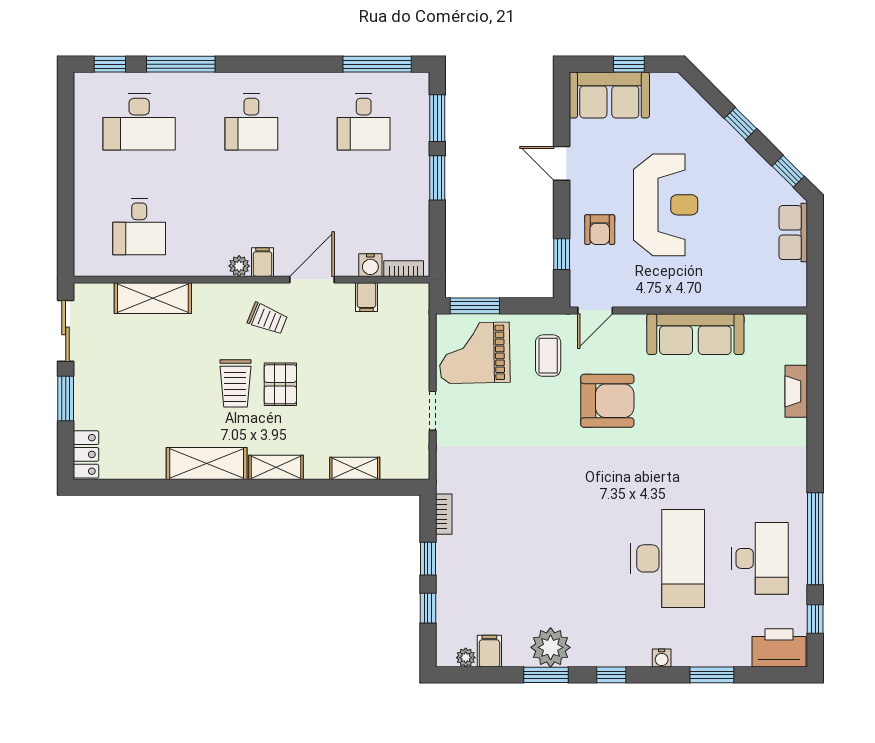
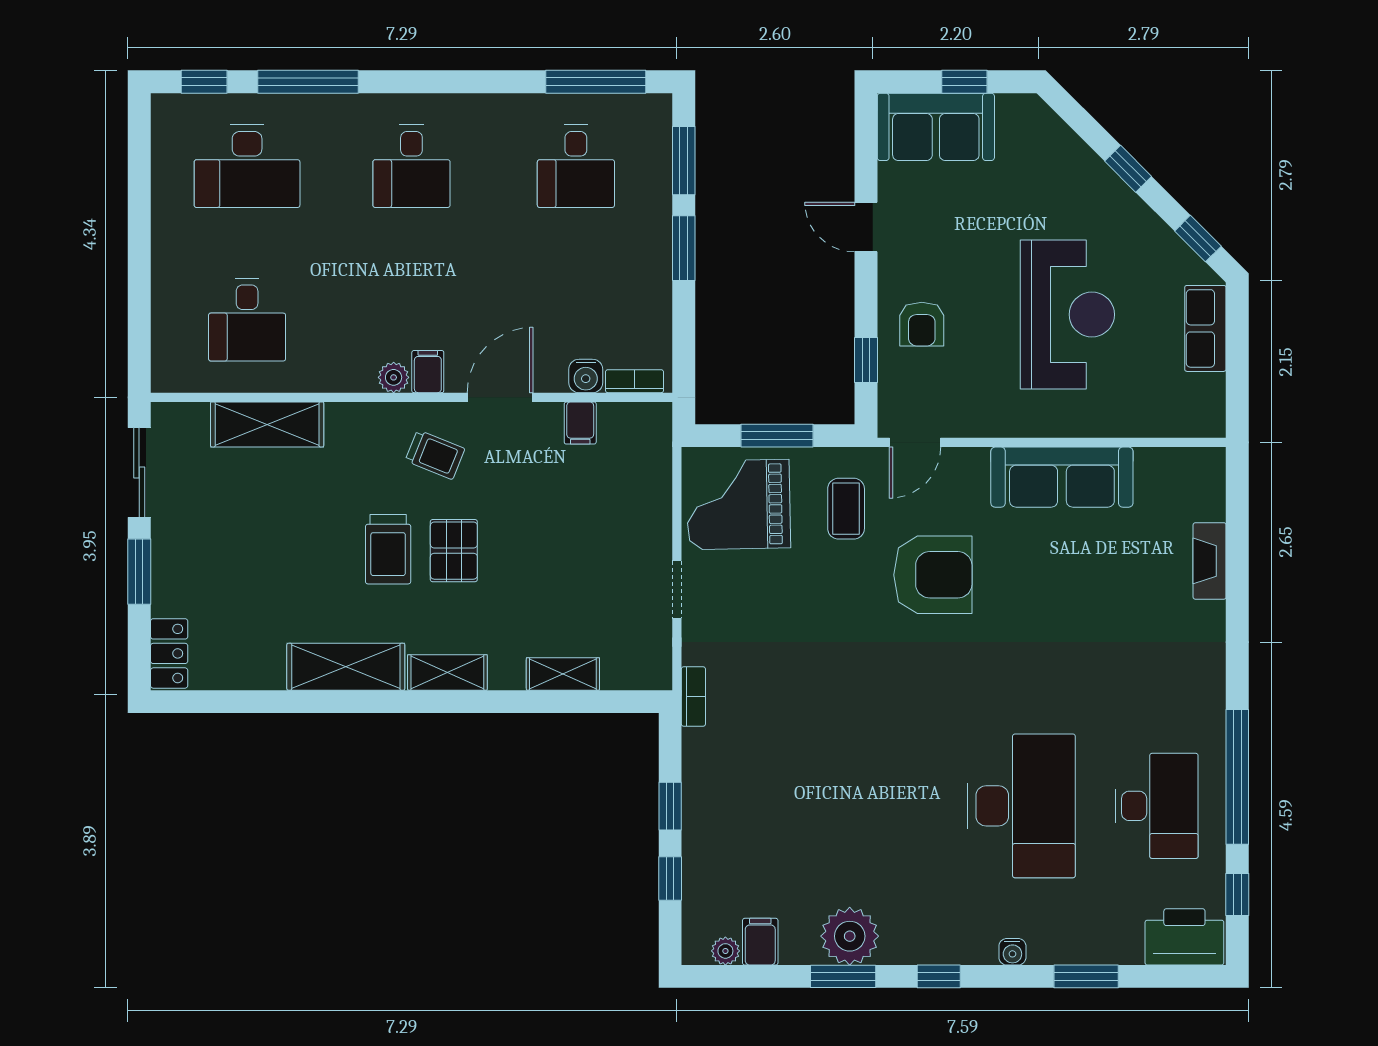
reception desk: (666, 205) -> (1067, 315), moved
window: (475, 306) -> (777, 436), moved
bookcase: (444, 514) -> (693, 697), moved

